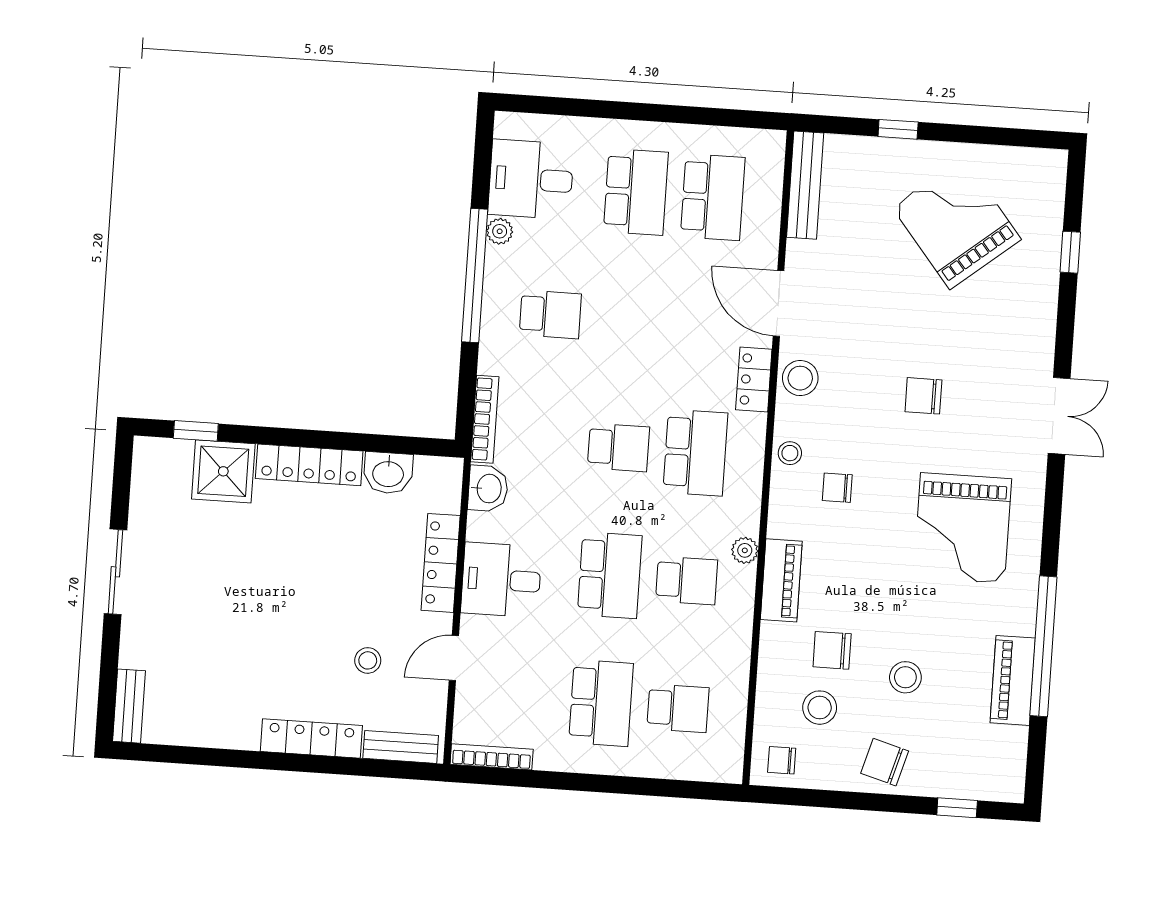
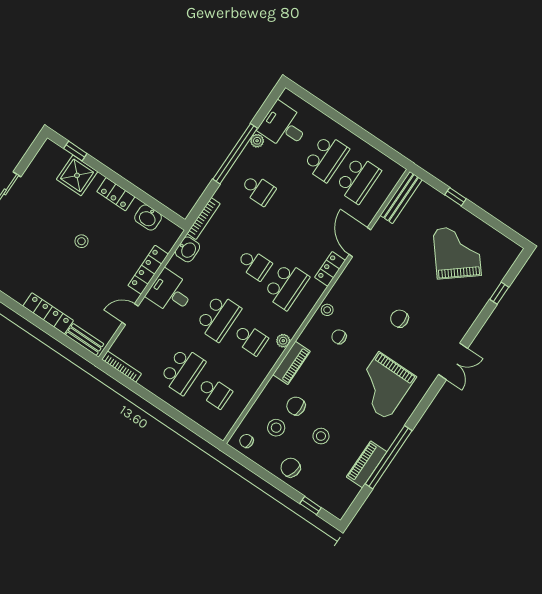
stool: (800, 378) -> (351, 280), removed
locker: (309, 465) -> (116, 194), width x0.66
stool: (368, 660) -> (81, 241), moved

